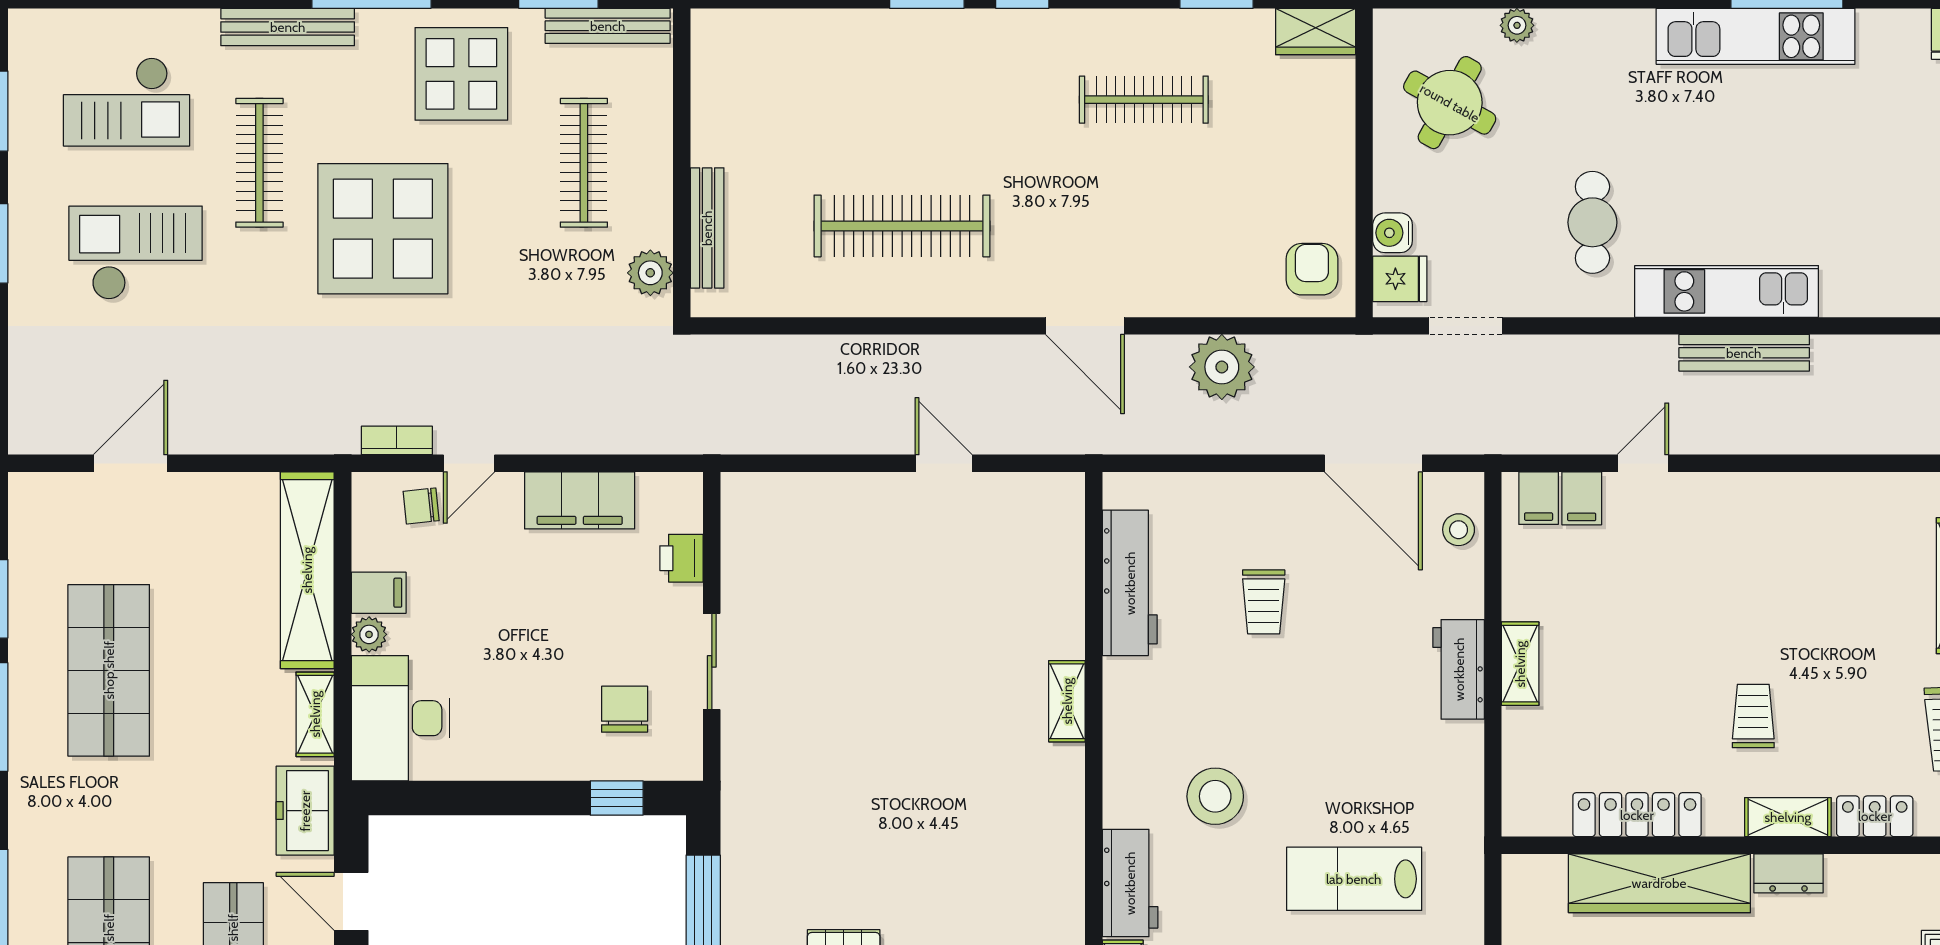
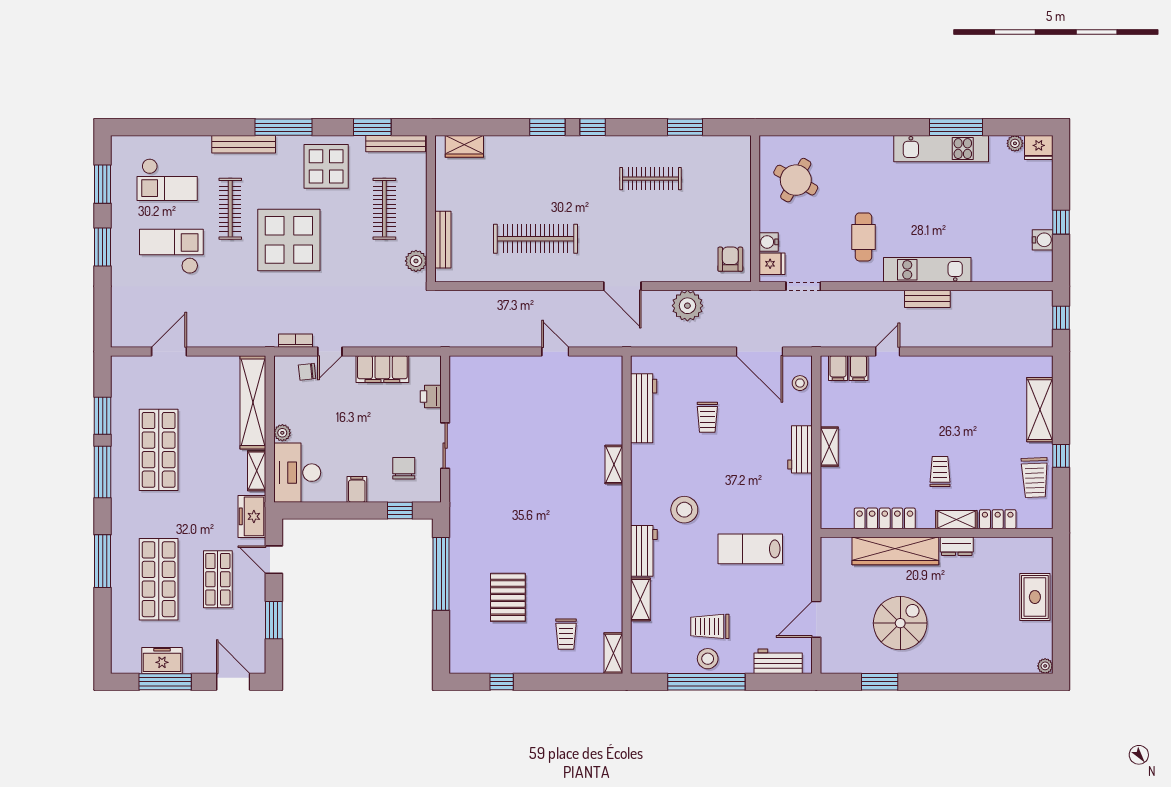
plant: (1517, 25) -> (1015, 143), moved
wardrobe: (1316, 31) -> (464, 146), moved
bench: (1744, 353) -> (927, 299), width x0.73
filing cabinet: (379, 593) -> (357, 489), moved, turned -90

